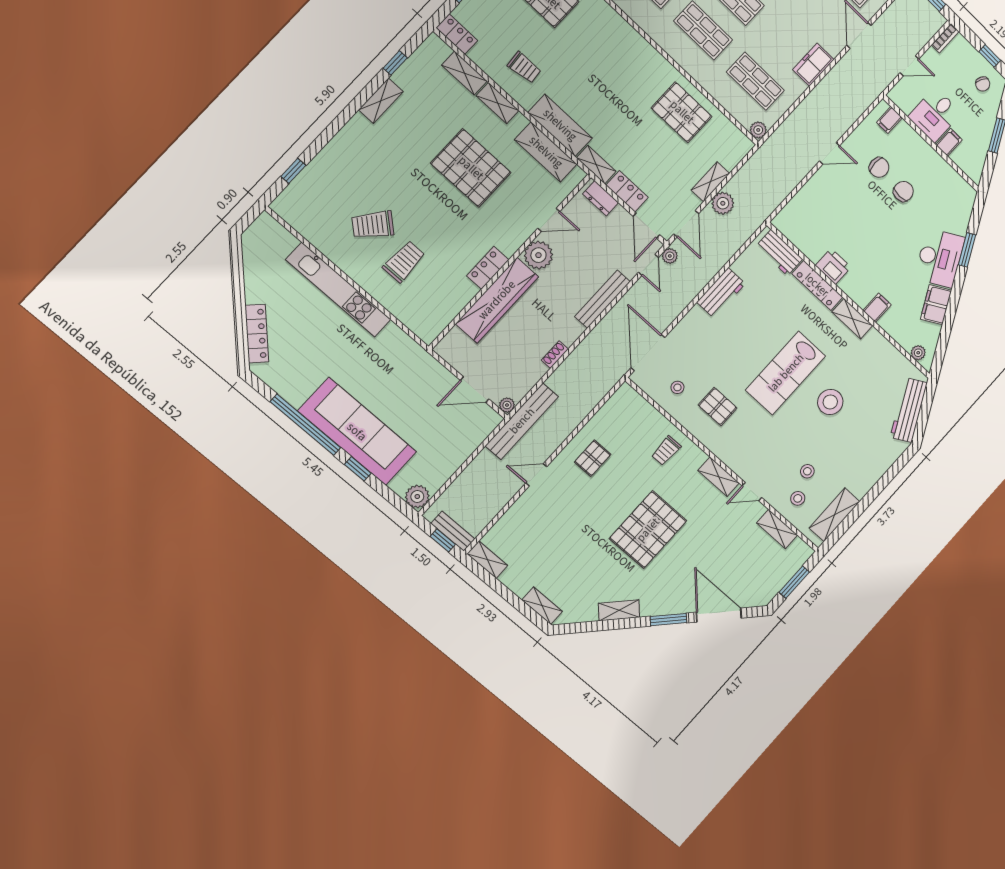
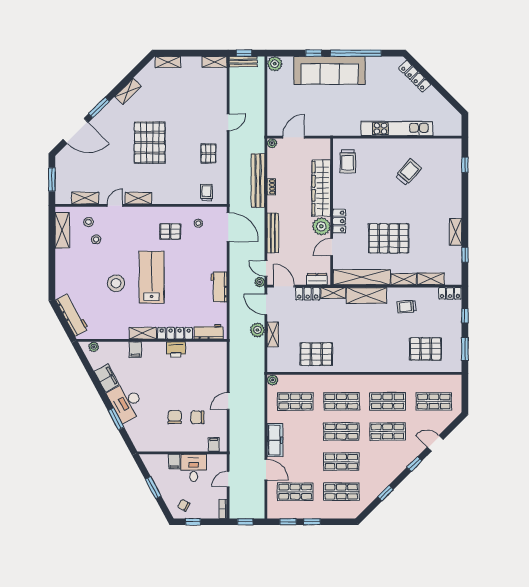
freezer: (813, 65) -> (275, 440), width x1.40
shelving: (546, 152) -> (362, 277), width x1.47
chair: (903, 191) -> (175, 417), turned 180
trolley: (404, 262) -> (348, 161), moved
locker: (488, 268) -> (339, 221), moved
bench: (522, 421) -> (258, 180), moved
trolley: (666, 451) -> (206, 193), moved

